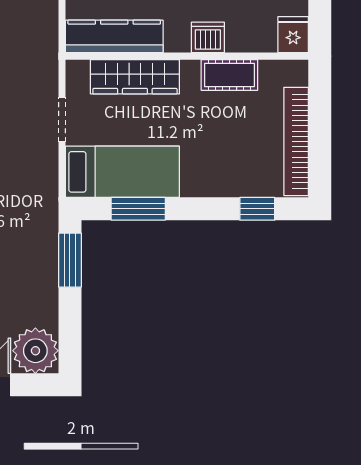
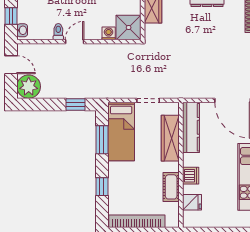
fridge: (293, 35) -> (192, 202), moved
window: (257, 209) -> (102, 187), moved
window: (70, 260) -> (75, 104), width x0.67

